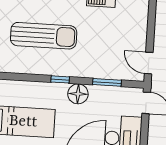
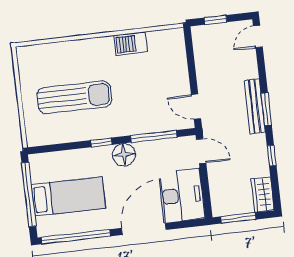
window: (107, 82) -> (154, 136), width x1.44

